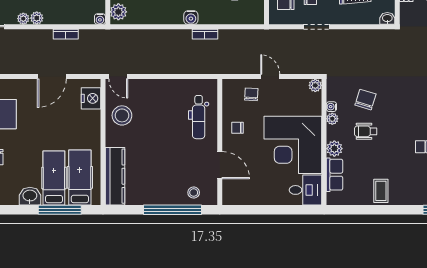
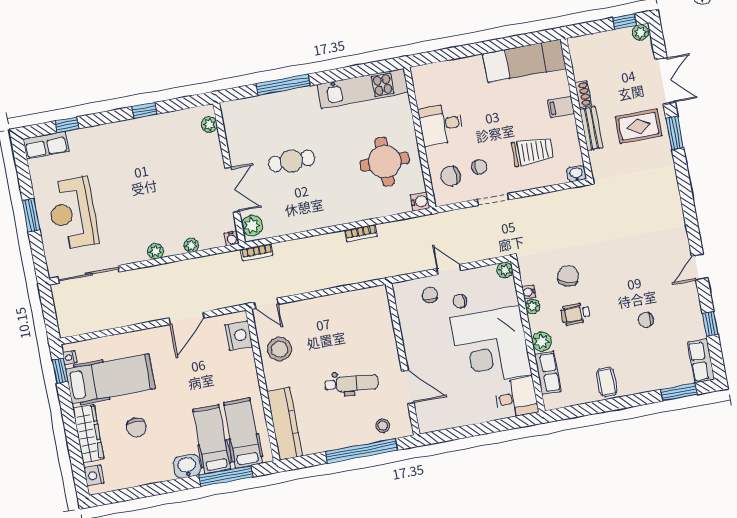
water cooler: (191, 17) -> (420, 201), moved, turned -90
plant: (23, 19) -> (191, 245), moved
bookcase: (66, 34) -> (257, 252), moved
dental chair: (199, 117) -> (351, 383), moved, turned -84
chair: (237, 128) -> (460, 301), moved

